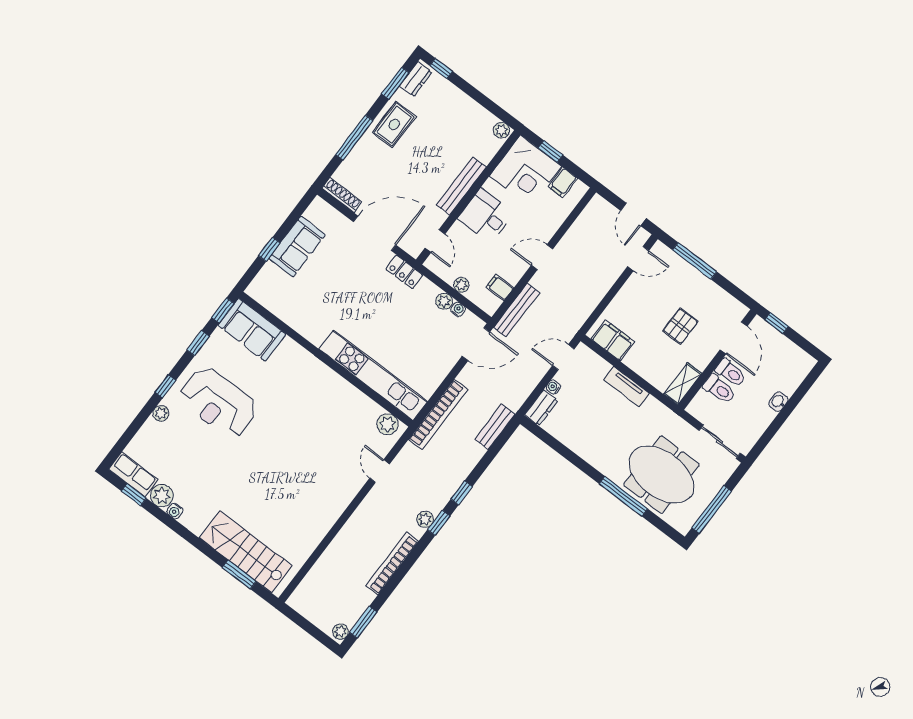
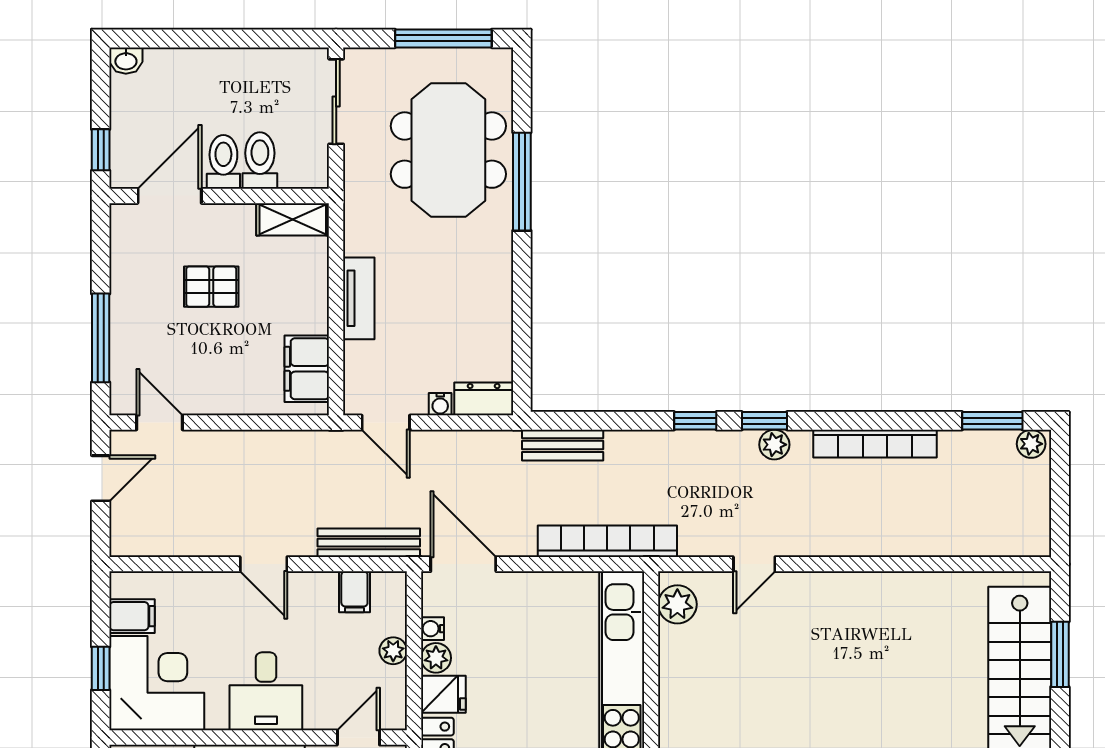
fridge: (426, 292) -> (443, 694), added
washbasin: (778, 402) -> (126, 61), moved

